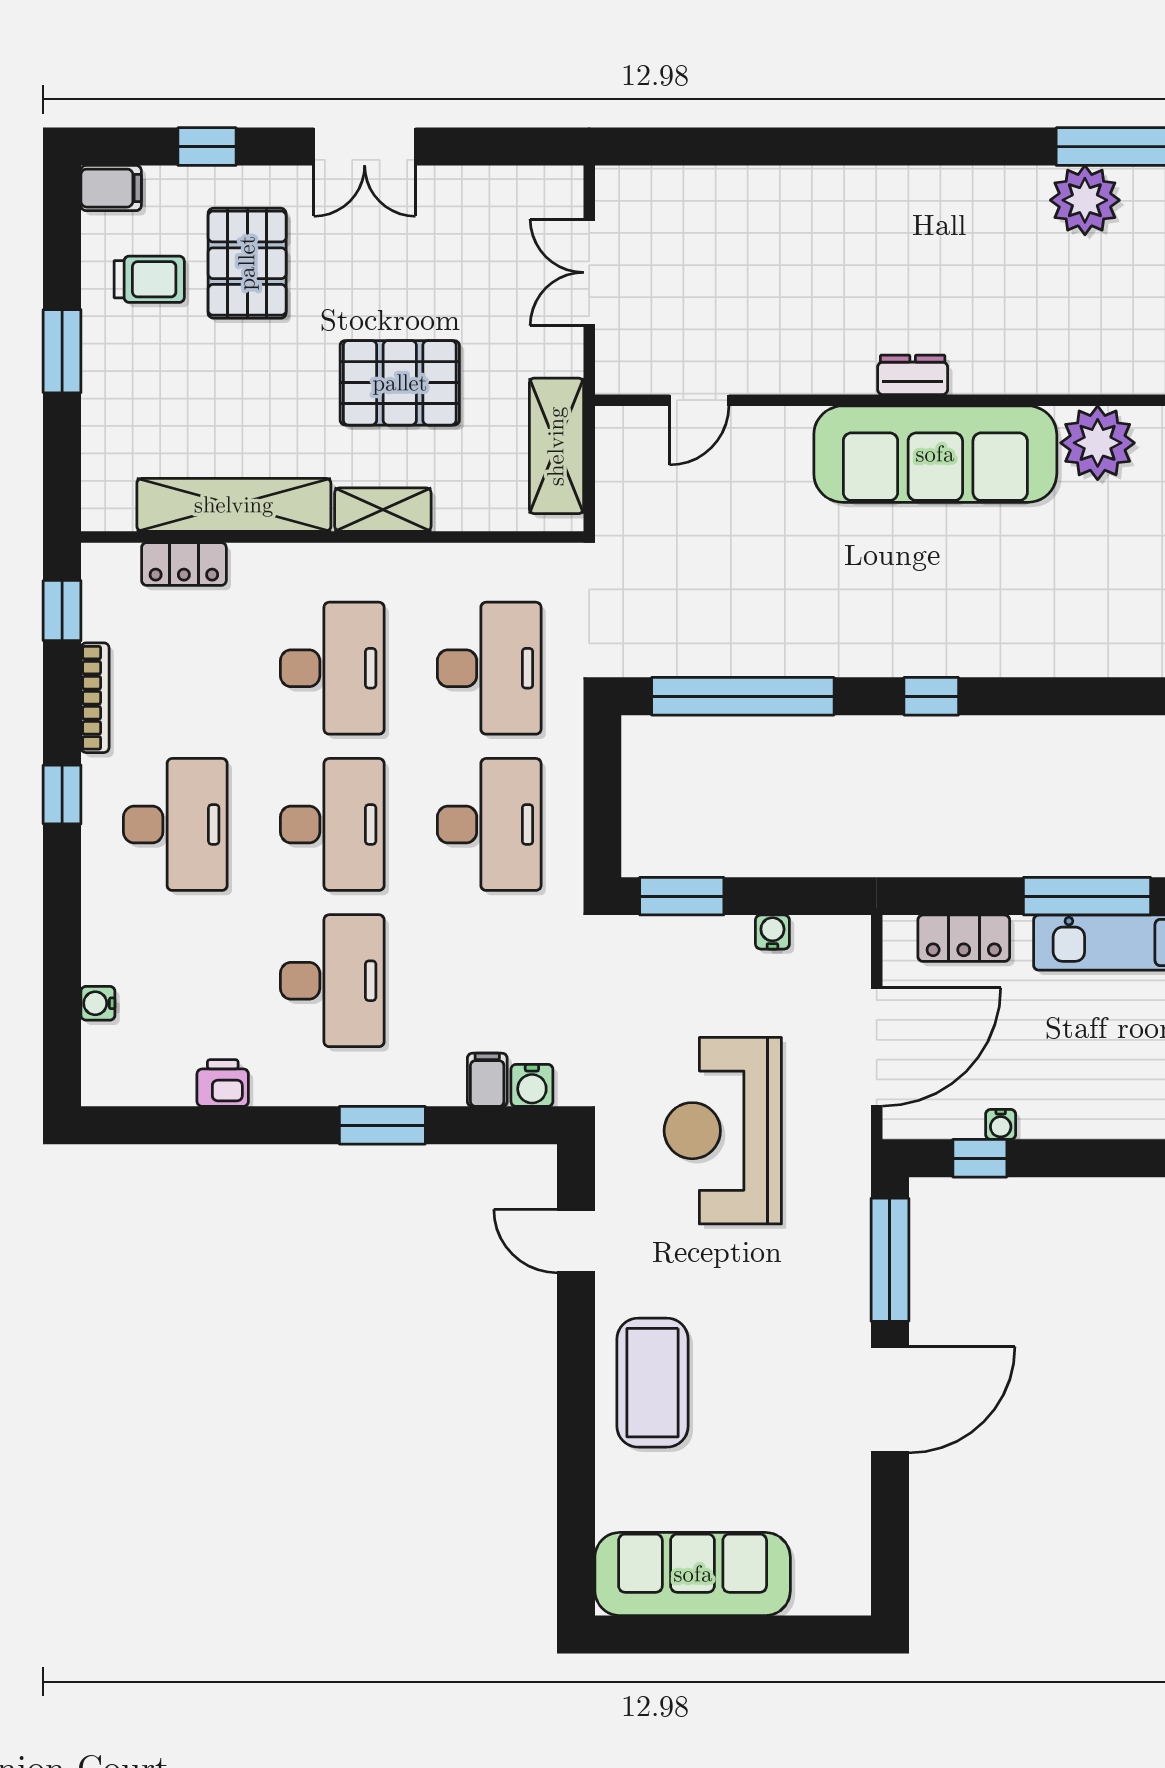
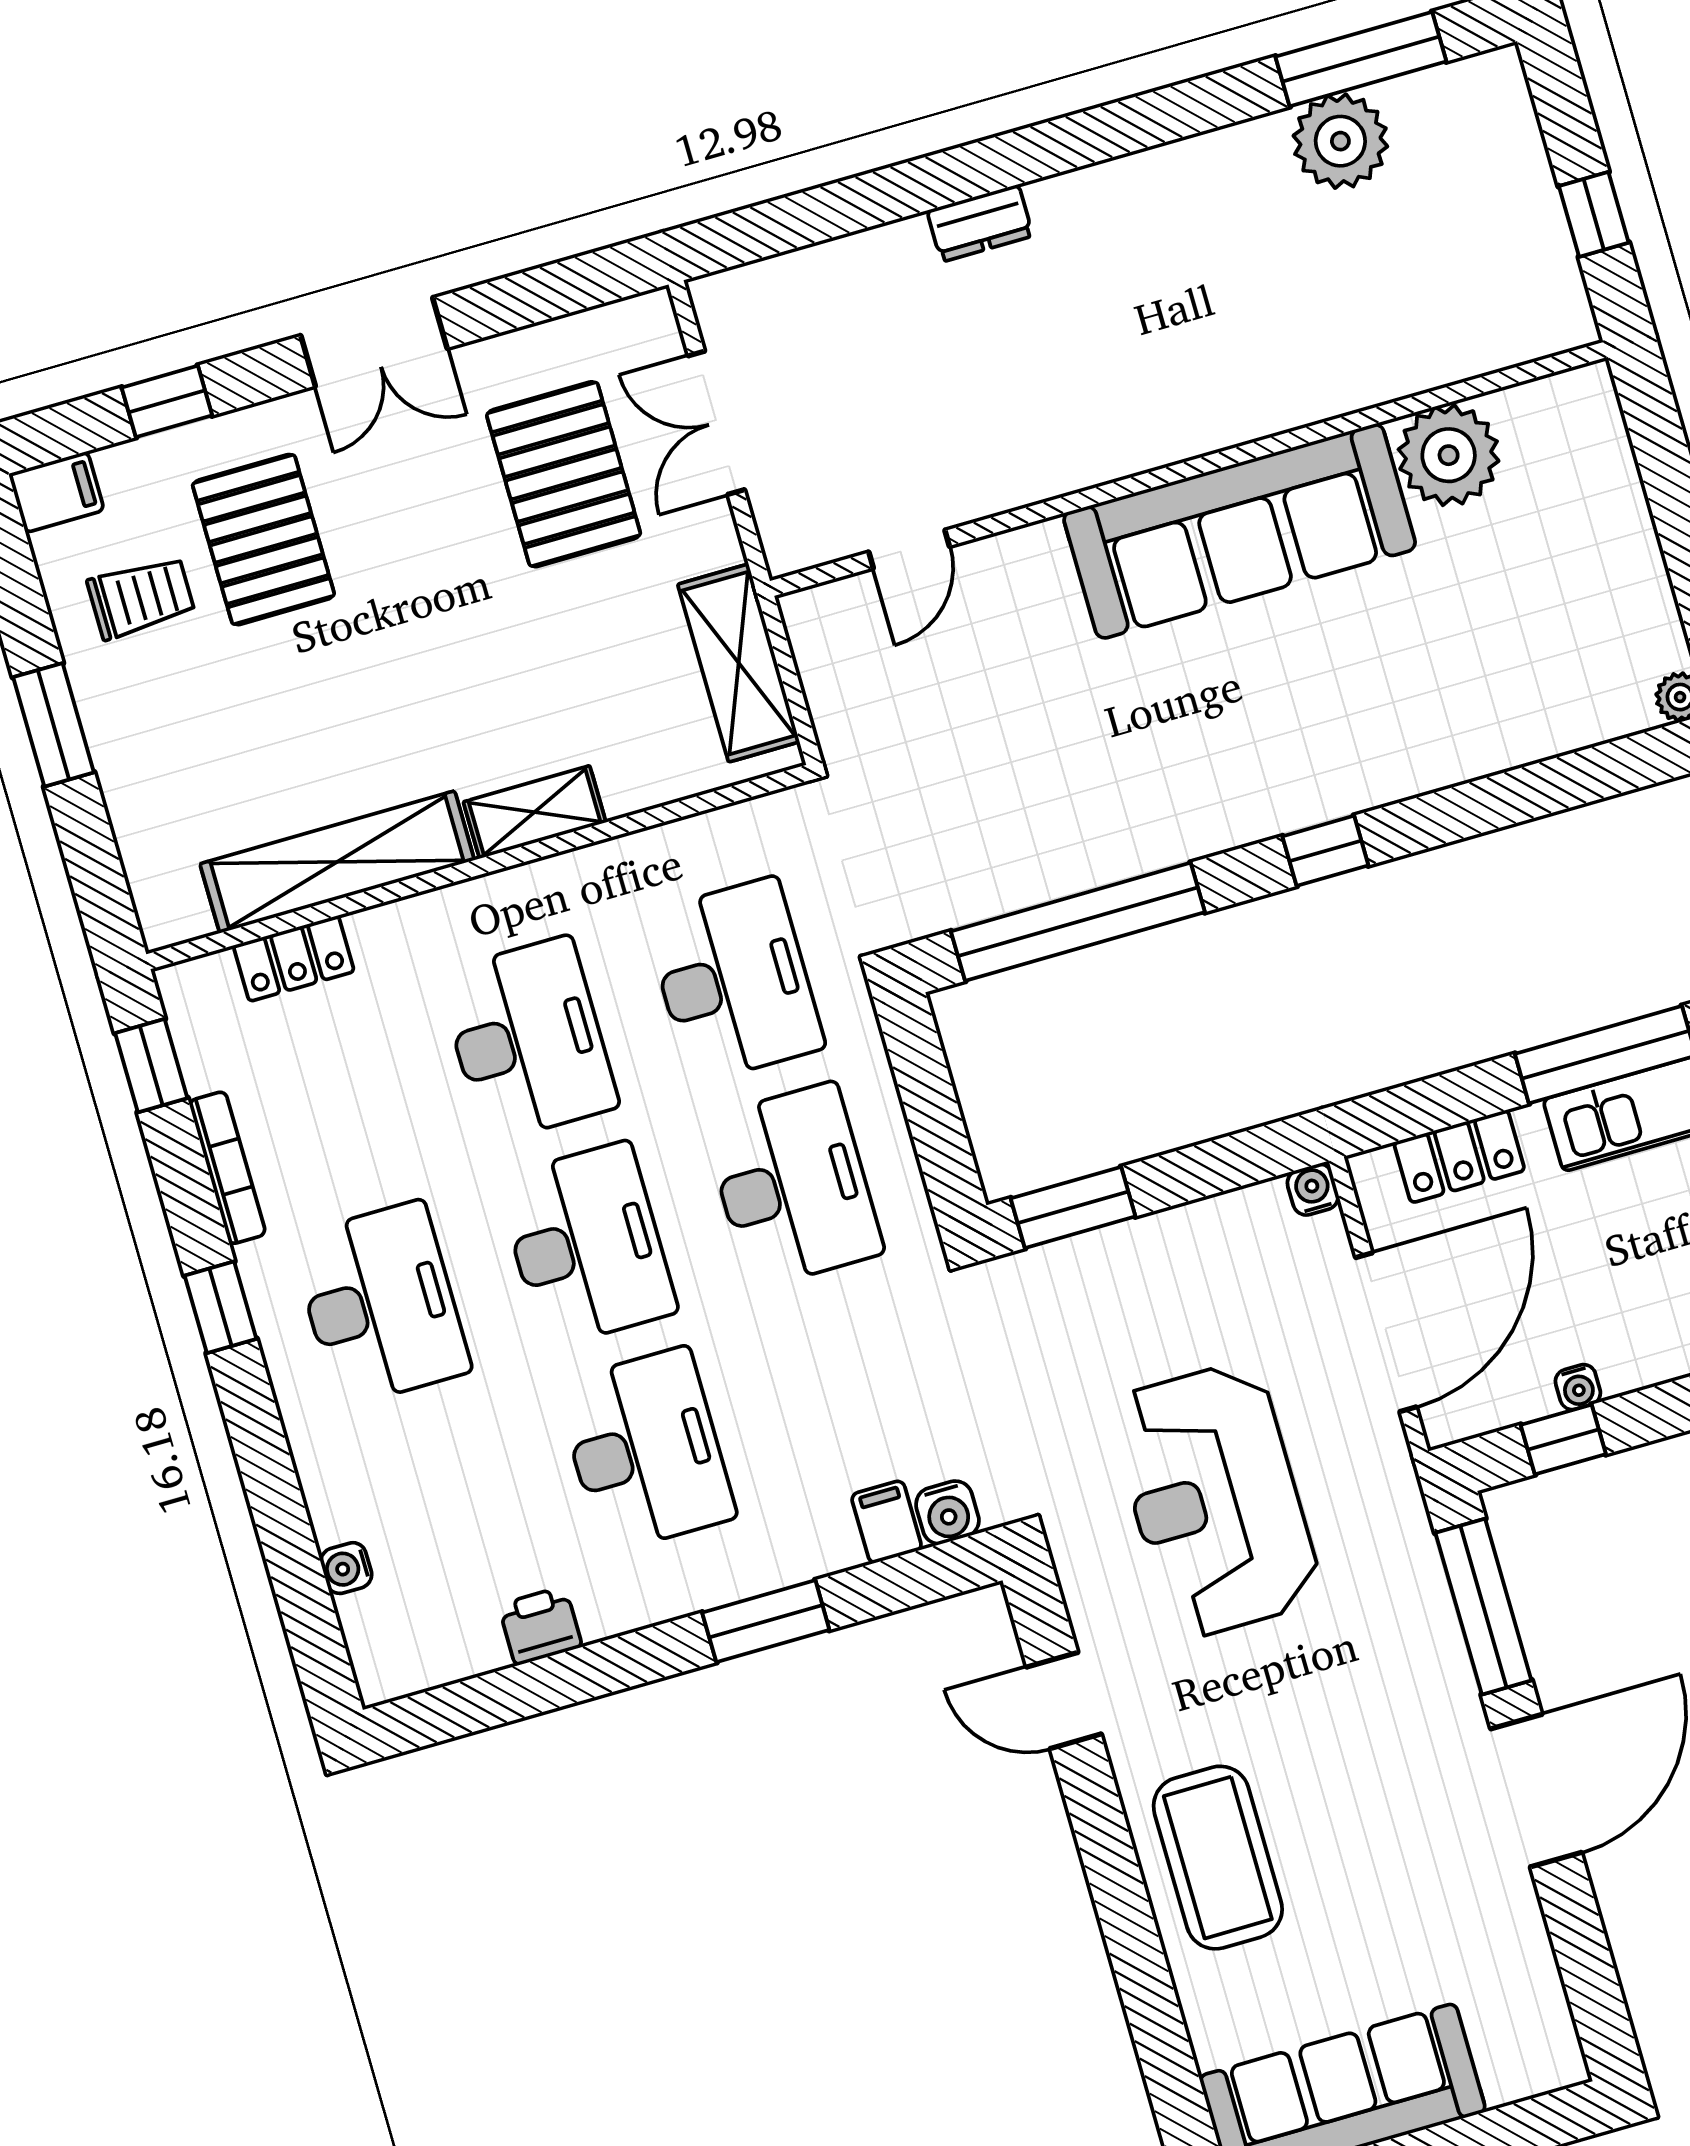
dresser: (913, 375) -> (980, 223), moved, turned 180
pallet: (400, 383) -> (564, 474), moved, turned 90
water cooler: (772, 932) -> (1313, 1190), moved

